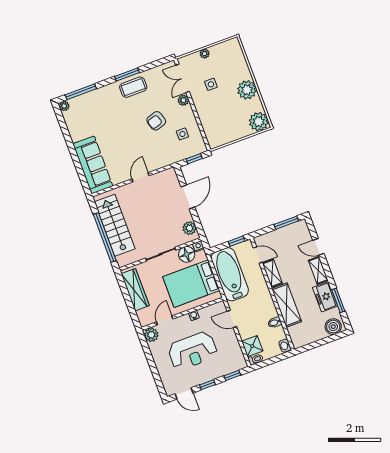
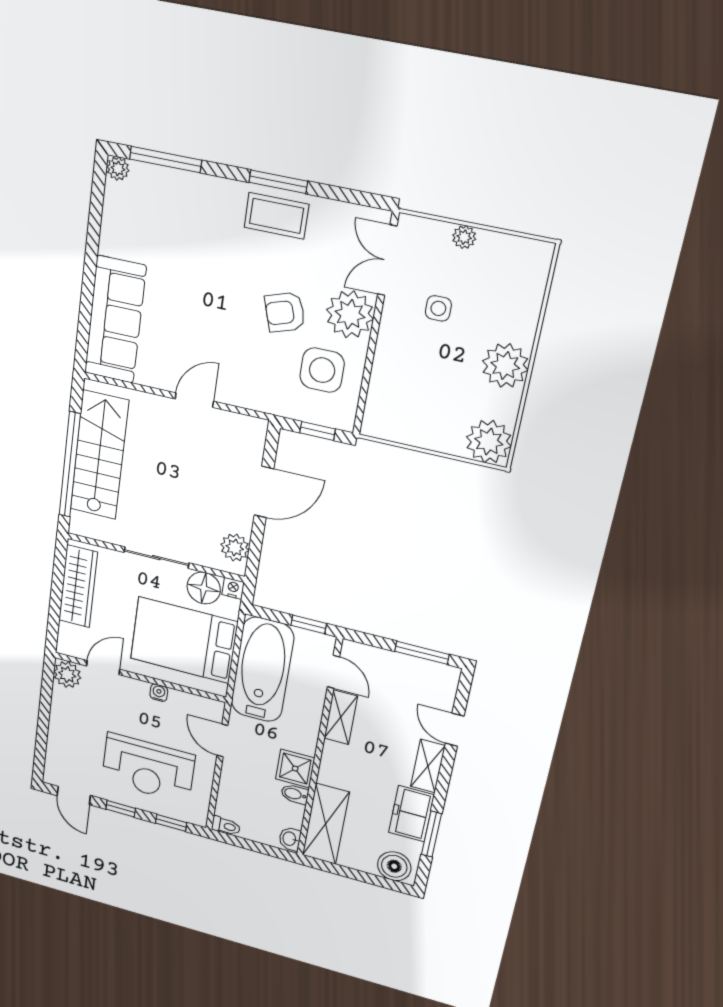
plant: (183, 100) -> (350, 314), width x1.88, depth x1.88
side table: (182, 134) -> (322, 370), width x1.87, depth x1.87
shelving: (287, 305) -> (326, 824), moved
shower: (252, 346) -> (295, 769), moved
reception desk: (193, 351) -> (148, 768), moved

